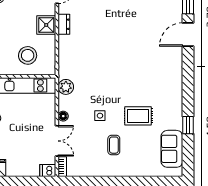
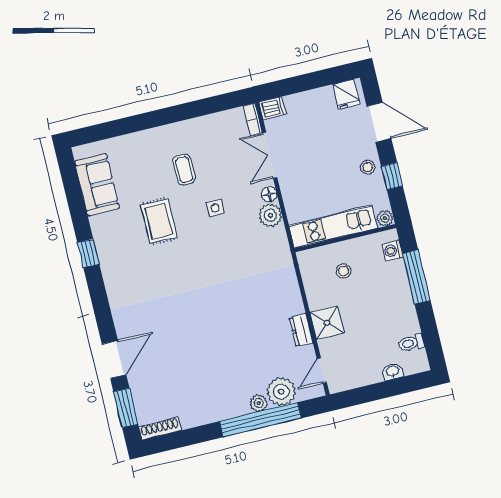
stool: (28, 55) -> (344, 271), width x0.53, depth x0.53
plant: (66, 87) -> (270, 215), moved
rug: (138, 116) -> (159, 221), turned 90
window: (188, 125) -> (88, 253), moved

